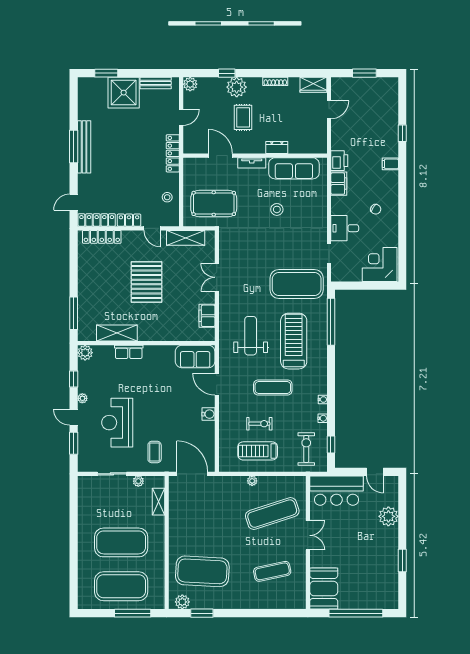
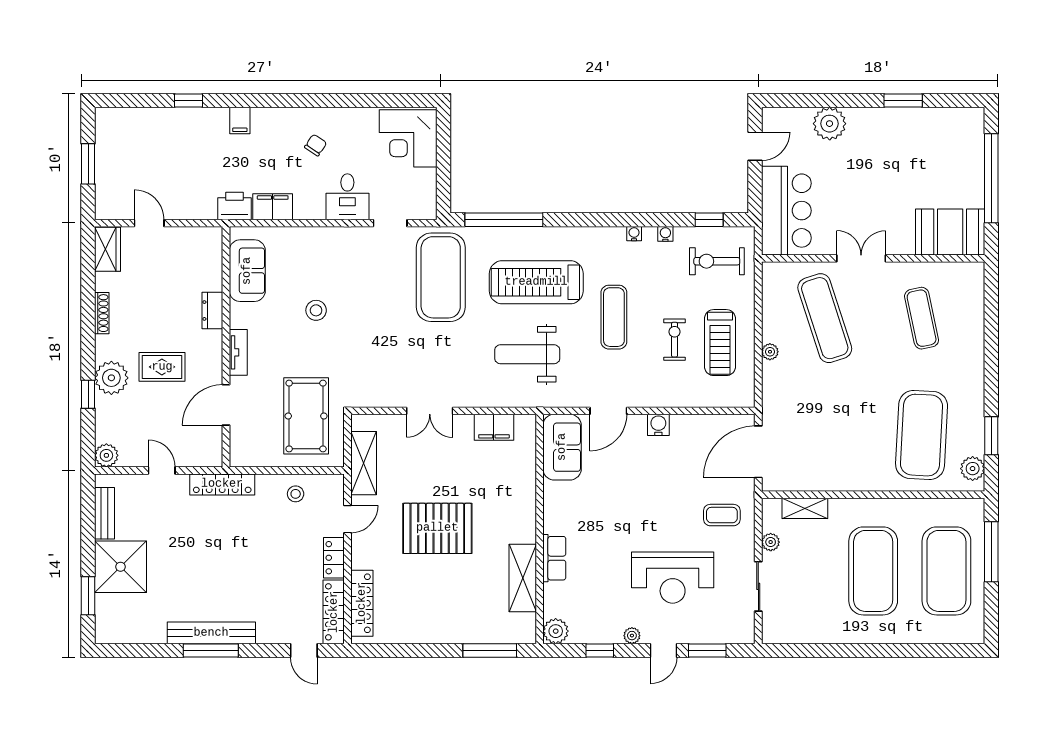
sofa: (294, 168) -> (247, 271), width x0.73

